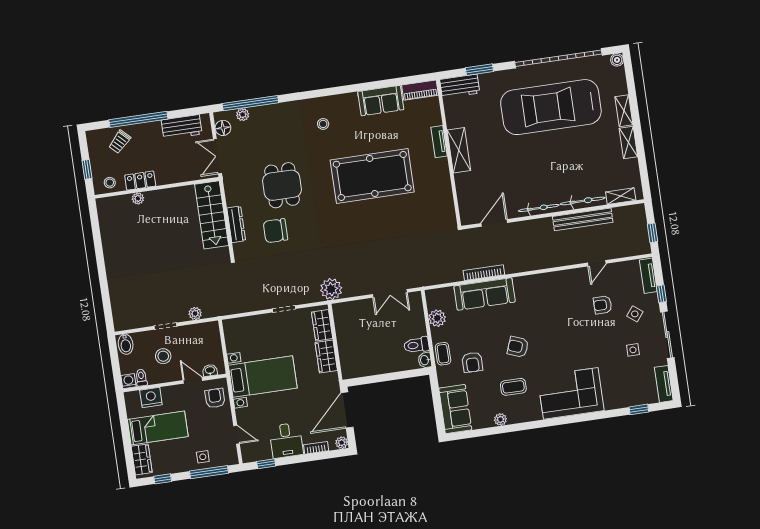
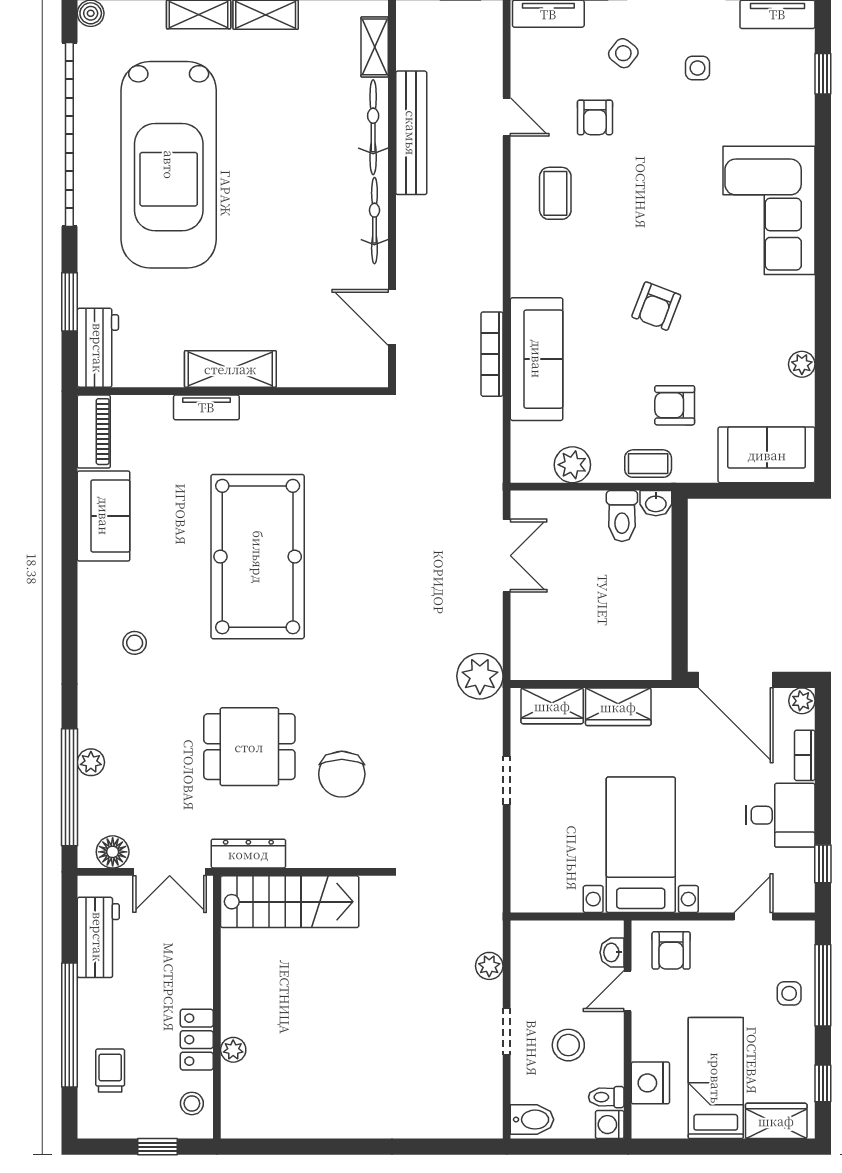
plant: (243, 115) -> (91, 762), moved
trolley: (120, 142) -> (110, 1071), turned -134
dresser: (236, 224) -> (248, 854), moved
armchair: (472, 362) -> (675, 405), turned 180
coffee table: (513, 387) -> (555, 193), moved
armchair: (215, 398) -> (671, 950), turned -90

